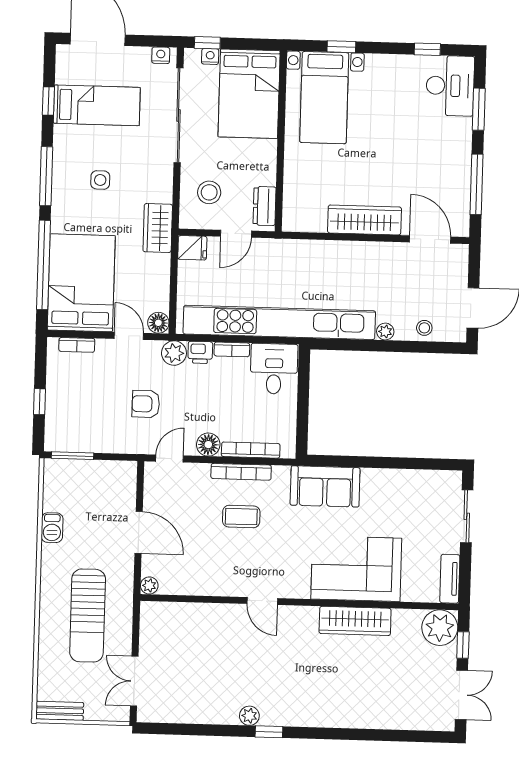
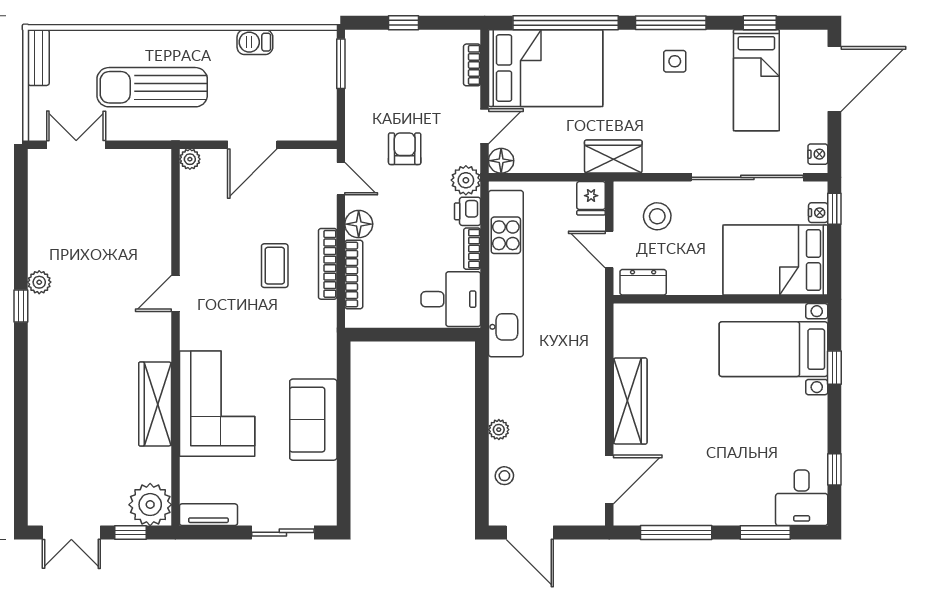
desk: (450, 86) -> (802, 498), width x0.73
side table: (100, 180) -> (675, 61), moved
kitchen unit: (279, 322) -> (506, 274), width x0.73
sofa: (325, 486) -> (313, 420), moved

